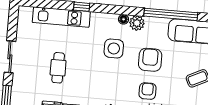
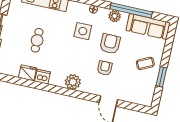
plant: (137, 23) -> (115, 16), moved

